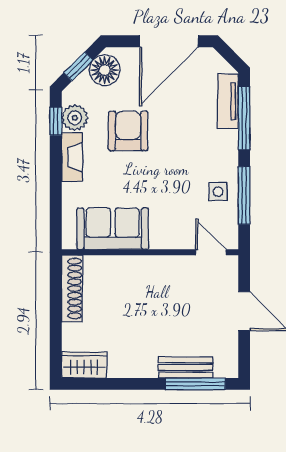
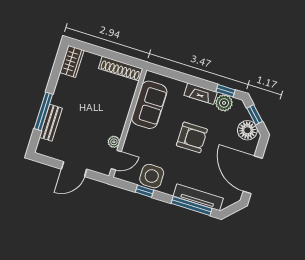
tv unit: (228, 101) -> (198, 197), width x1.41
armchair: (128, 131) -> (192, 137), moved
side table: (218, 192) -> (152, 176), width x1.87, depth x1.87
window: (244, 195) -> (144, 191), width x0.46
plant: (185, 264) -> (114, 142), added
window: (195, 384) -> (43, 111), moved

